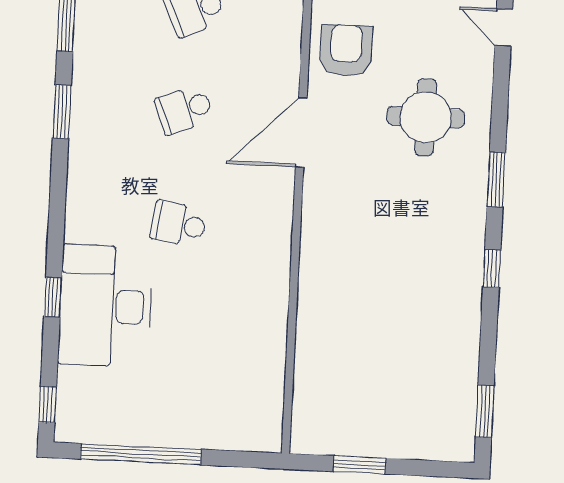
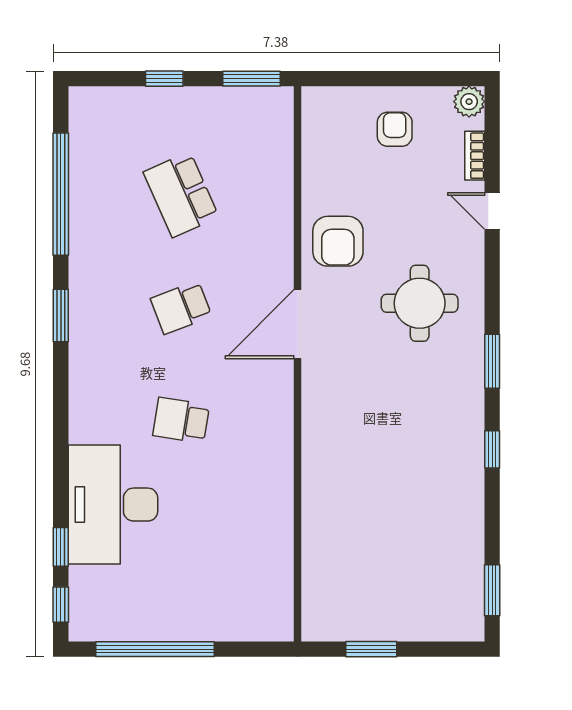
armchair: (346, 50) -> (338, 241), turned 180
window: (53, 297) -> (61, 547), moved

